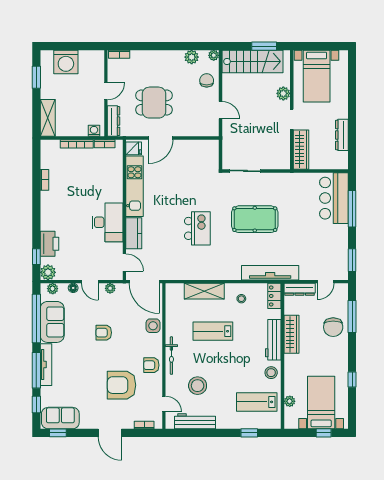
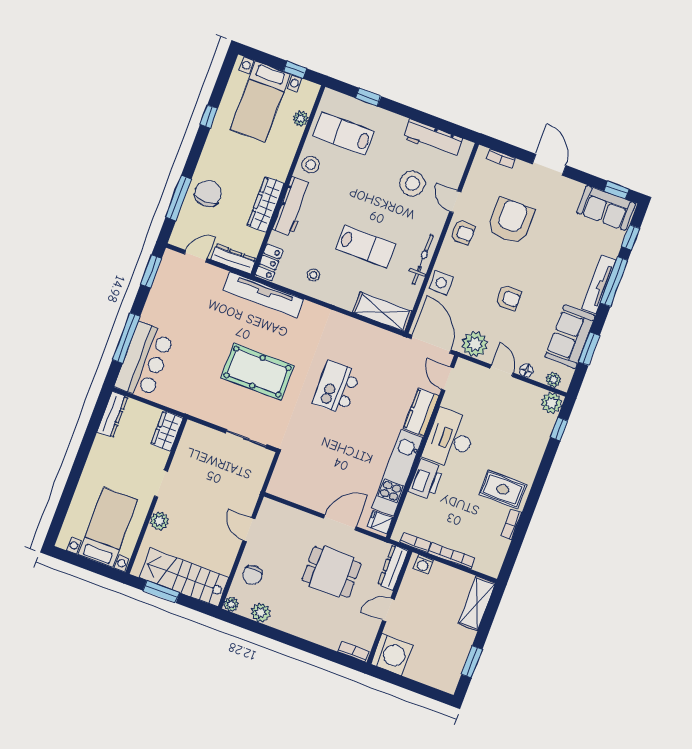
washing machine: (66, 62) -> (392, 654), moved, turned 90
dresser: (342, 135) -> (113, 414), moved
wardrobe: (301, 150) -> (167, 431), width x0.67
rug: (59, 202) -> (503, 489), added
printer: (49, 244) -> (426, 479), moved, turned 180
plant: (110, 288) -> (475, 344), width x1.88, depth x1.88
shelving: (204, 291) -> (382, 312), moved
window: (36, 318) -> (589, 349), width x0.47
bicycle: (171, 356) -> (422, 260), moved
armchair: (122, 385) -> (511, 221), turned -90
lab bench: (257, 402) -> (344, 134), turned 180
door: (164, 404) -> (455, 202), moved
window: (324, 433) -> (295, 70), moved

